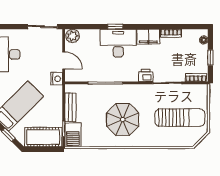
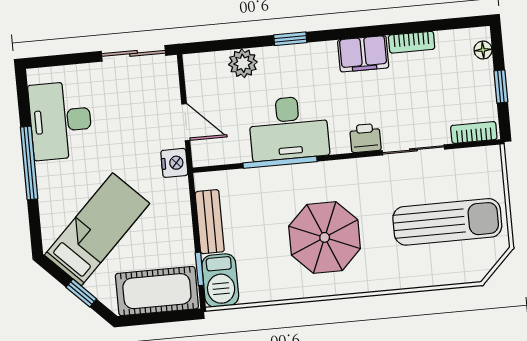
plant: (72, 36) -> (243, 63), moved
desk: (118, 43) -> (289, 128), moved, turned 180

